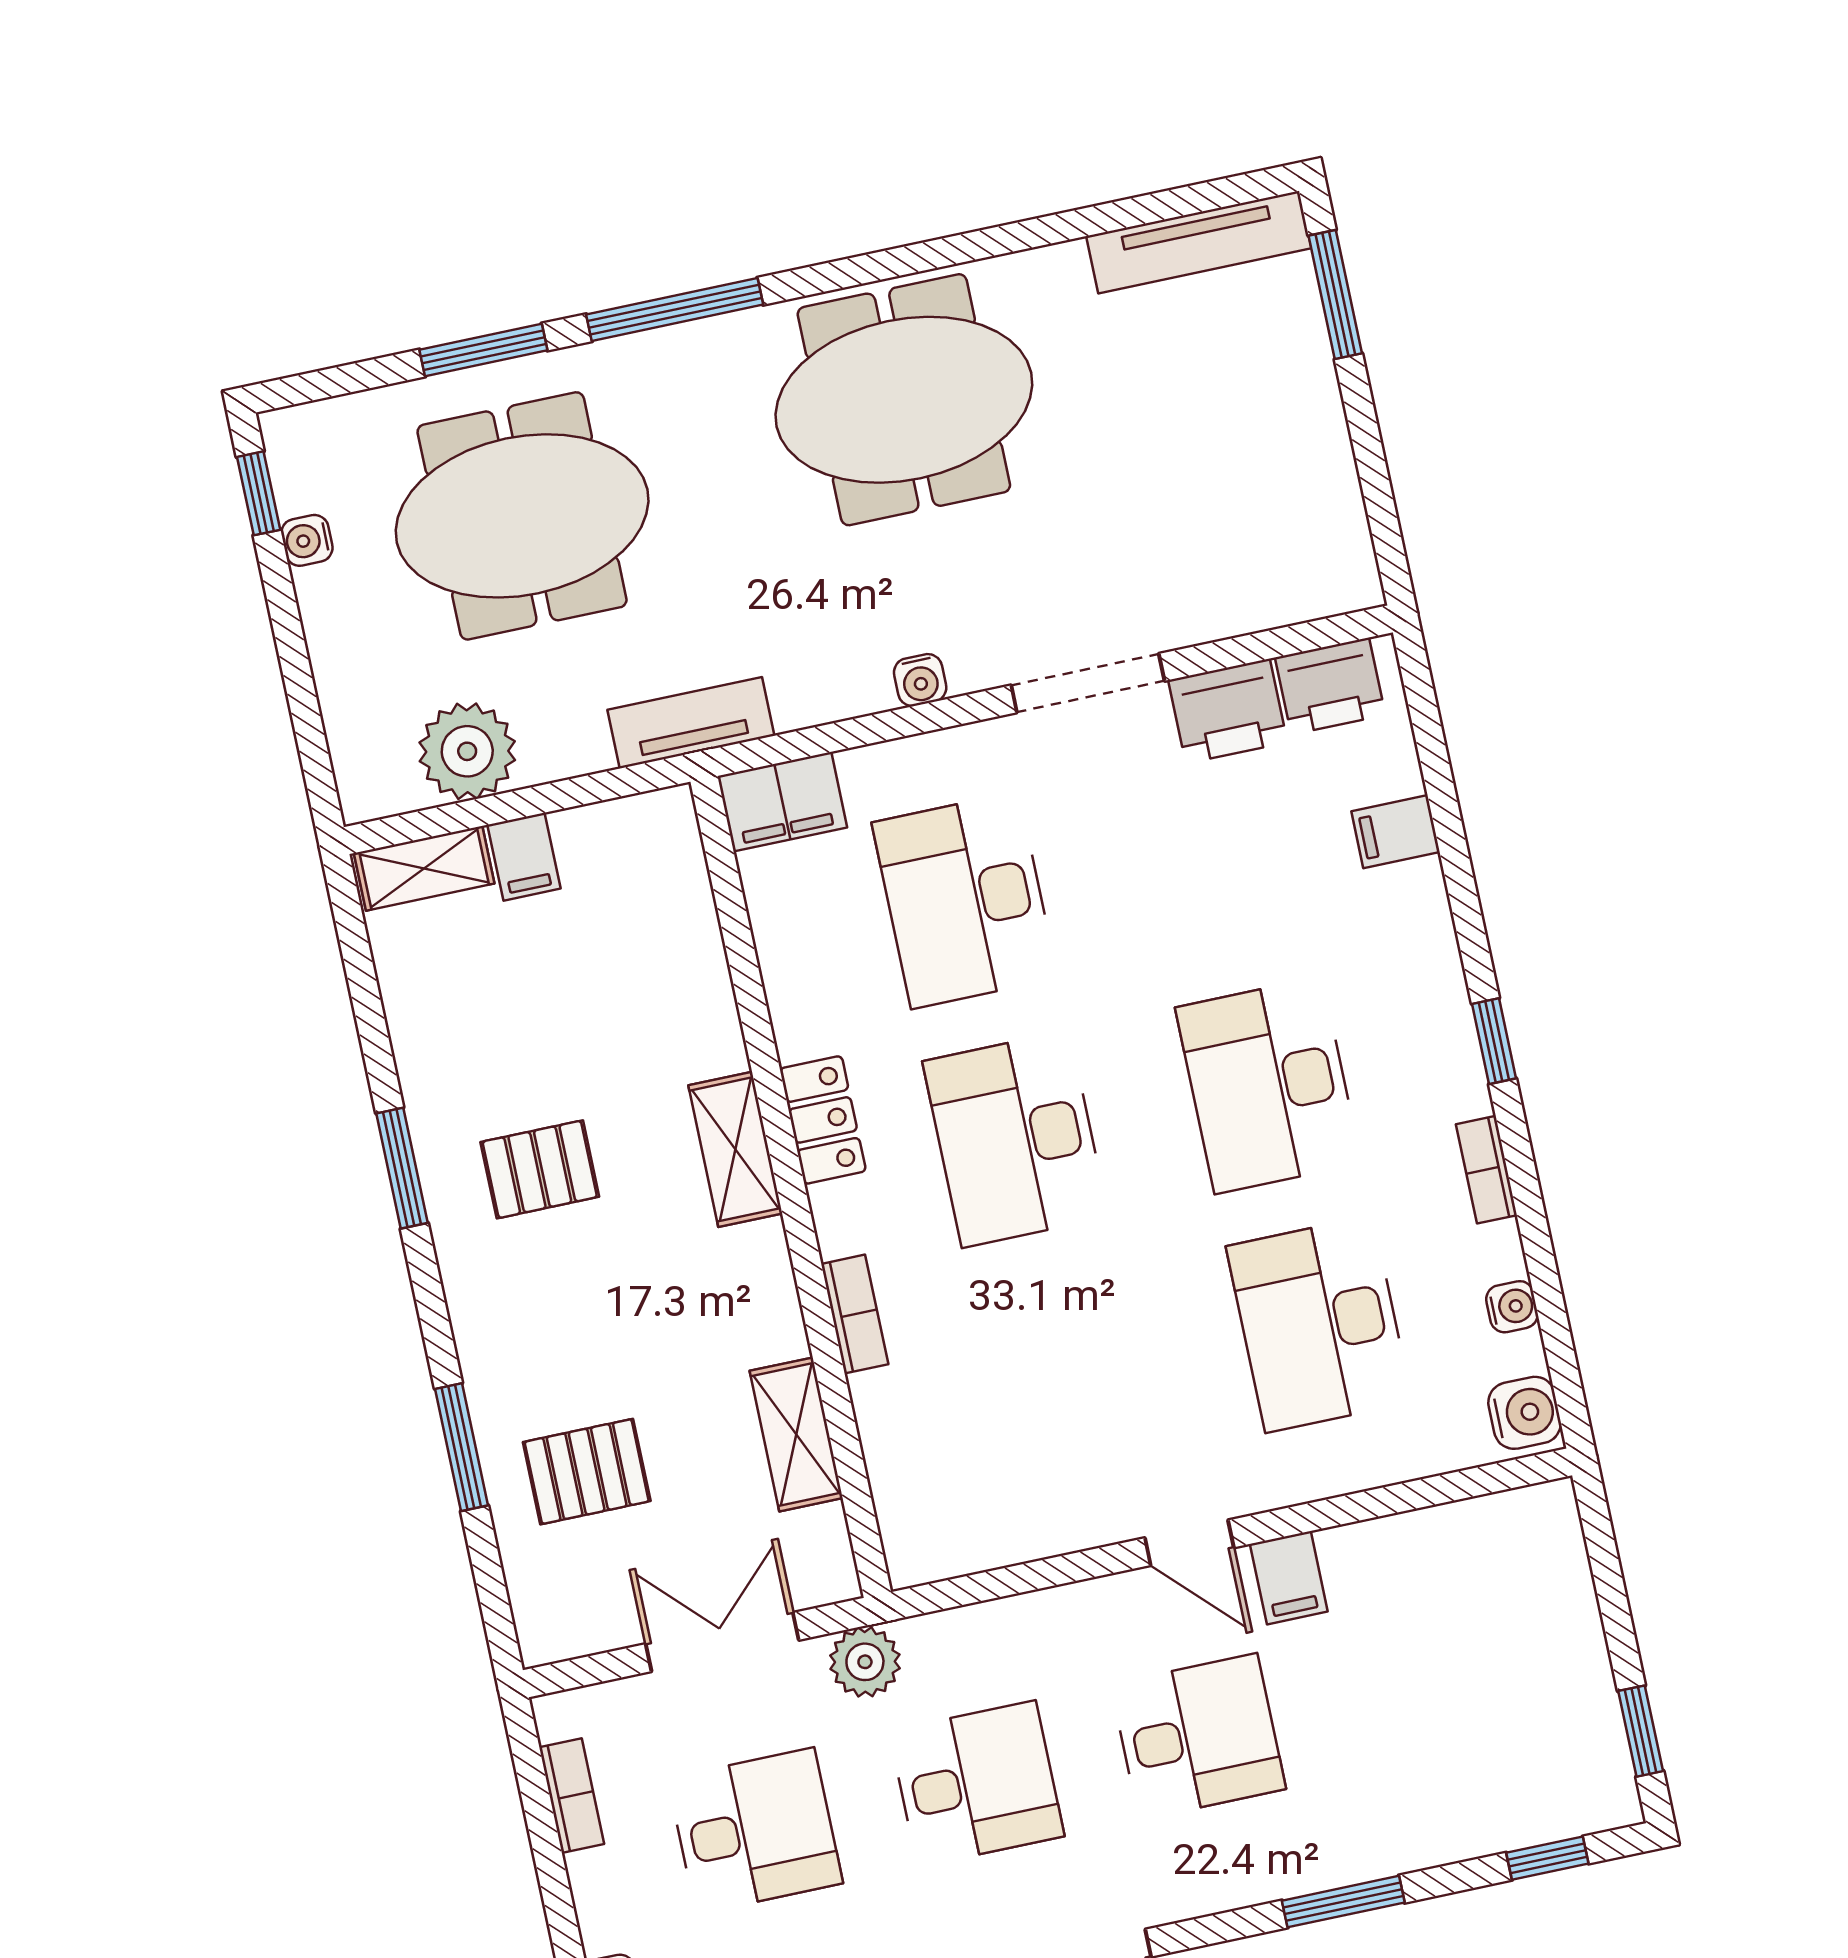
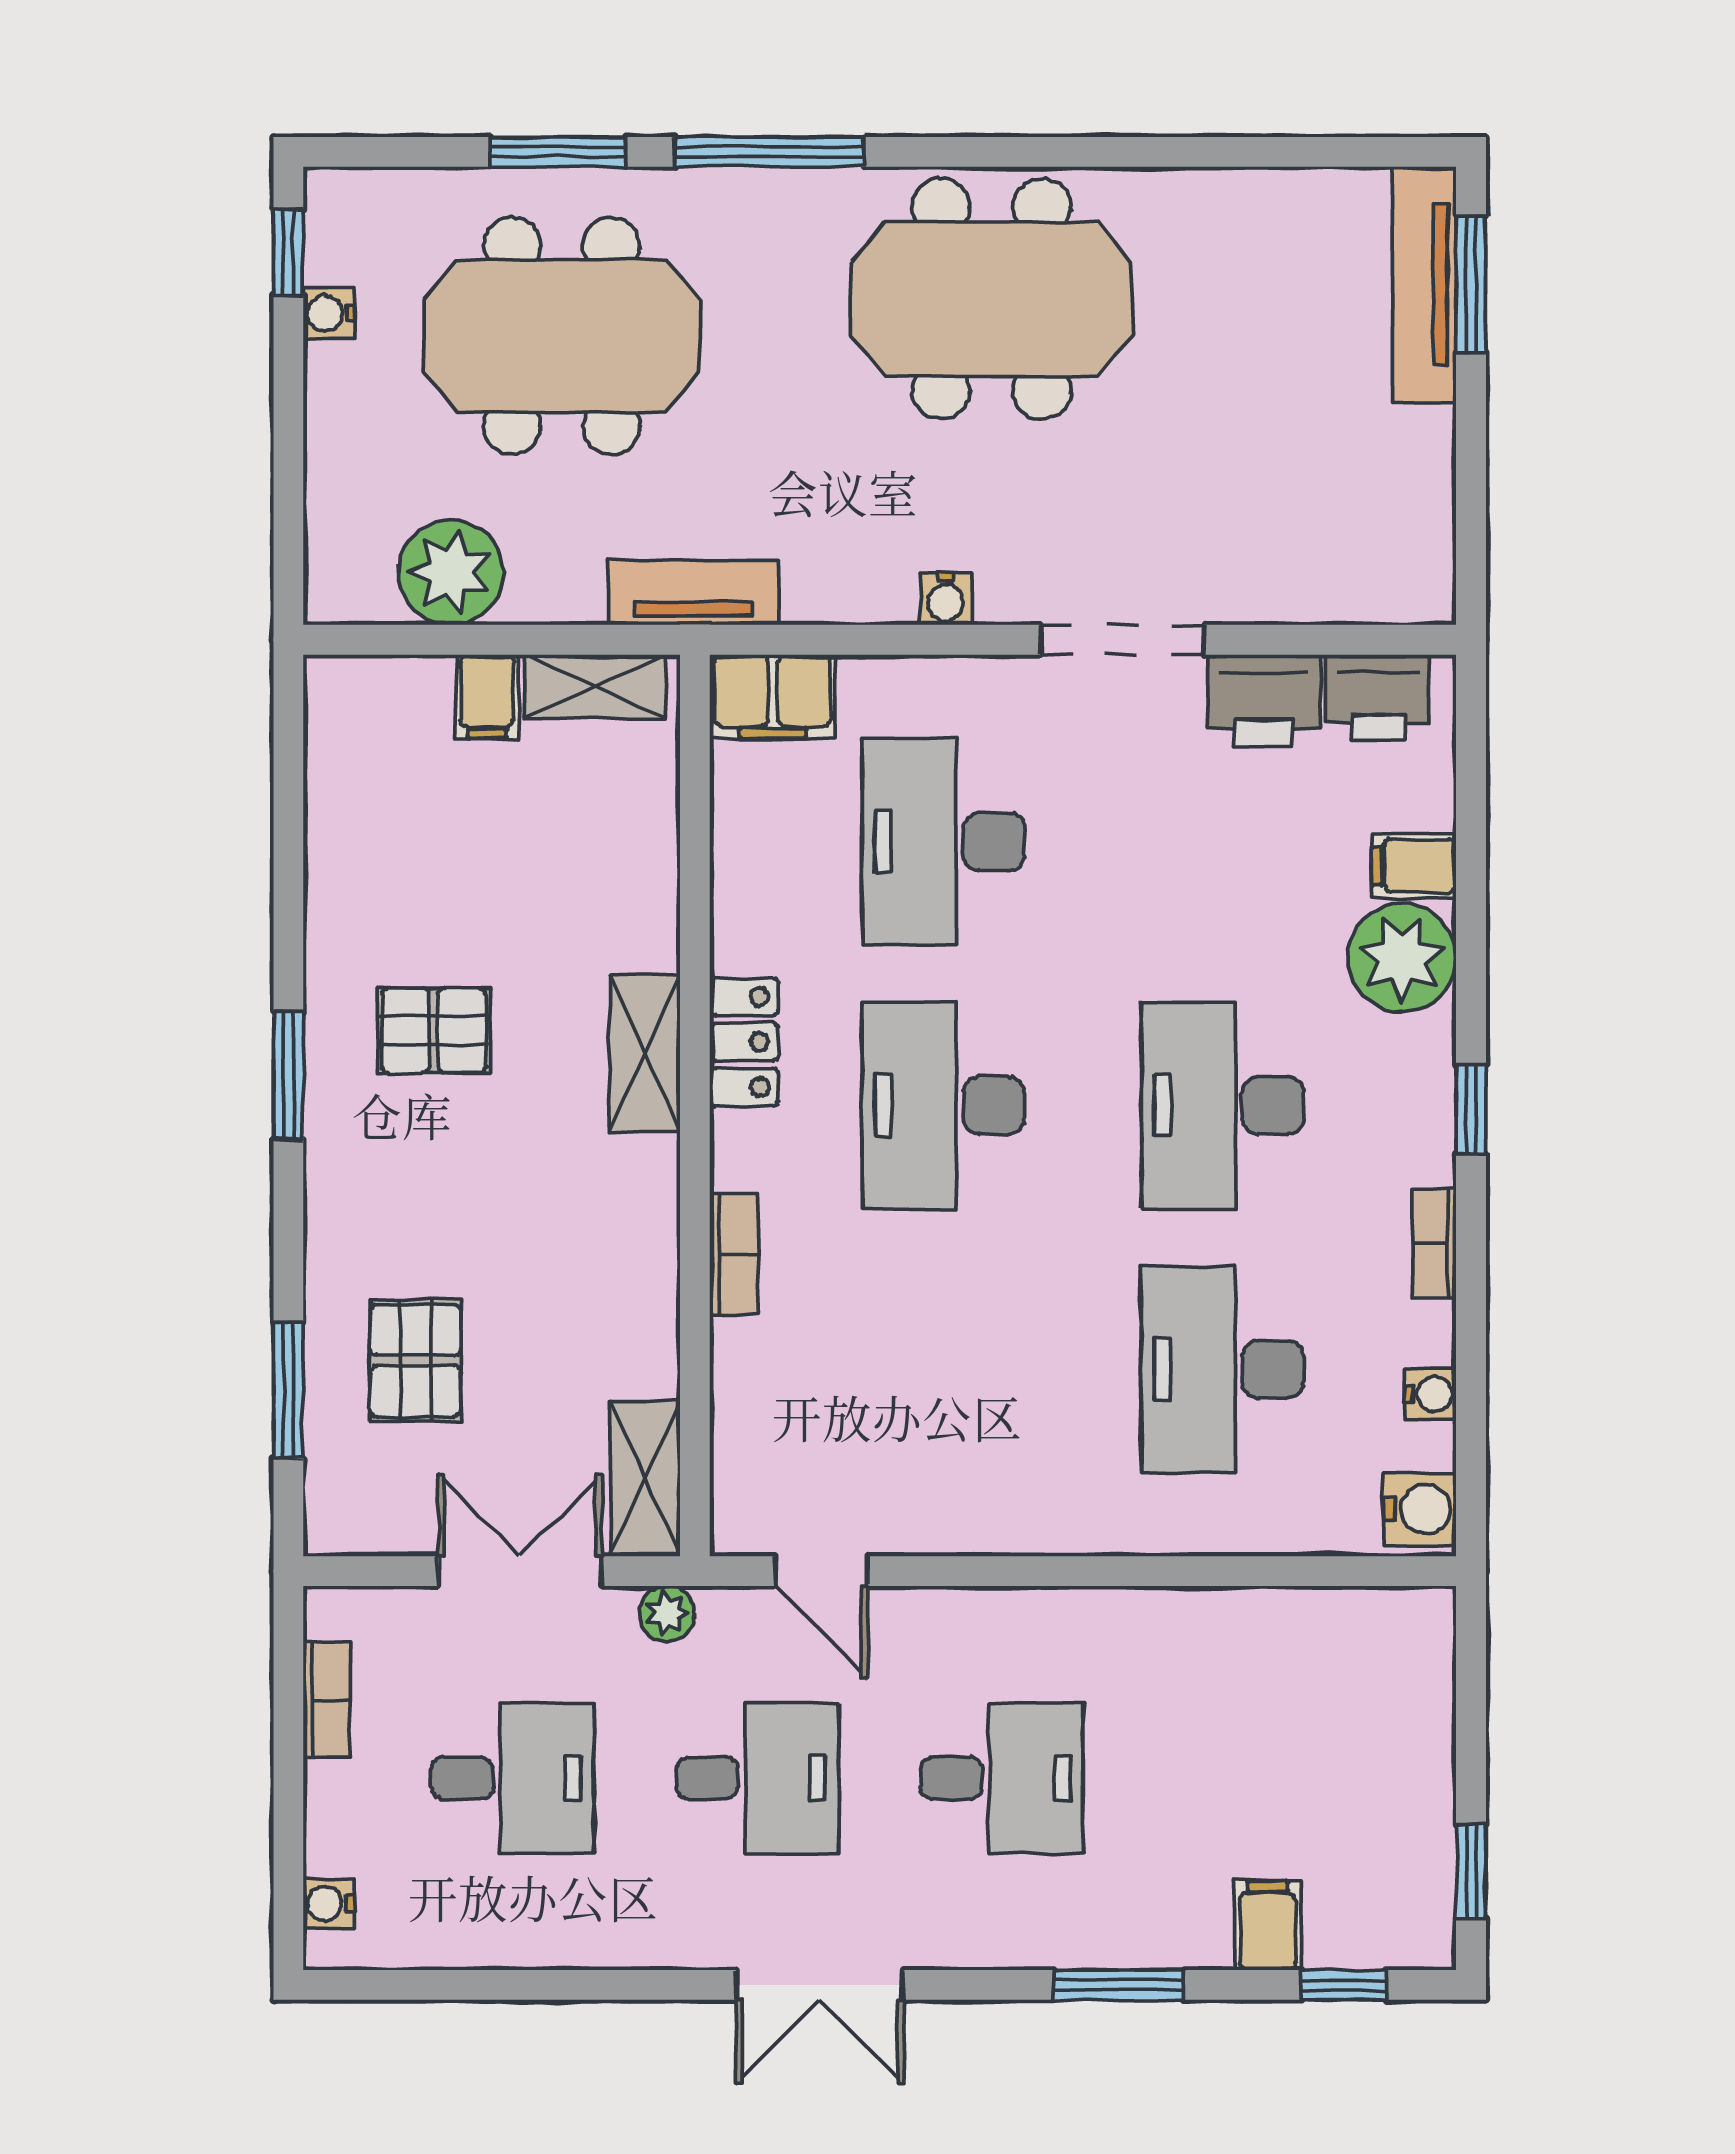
tv unit: (1199, 242) -> (1424, 284), moved, turned 90
shelving: (424, 868) -> (595, 686), moved
plant: (1402, 917) -> (1402, 958), added
window: (402, 1168) -> (288, 1075), moved
shelving: (796, 1434) -> (645, 1478), moved
window: (461, 1447) -> (288, 1391), moved
pallet: (587, 1472) -> (415, 1360), turned 90
door: (1189, 1543) -> (821, 1571), moved
filing cabinet: (1289, 1578) -> (1268, 1926), moved, turned 180
plant: (865, 1662) -> (667, 1614), width x0.73, depth x0.73

